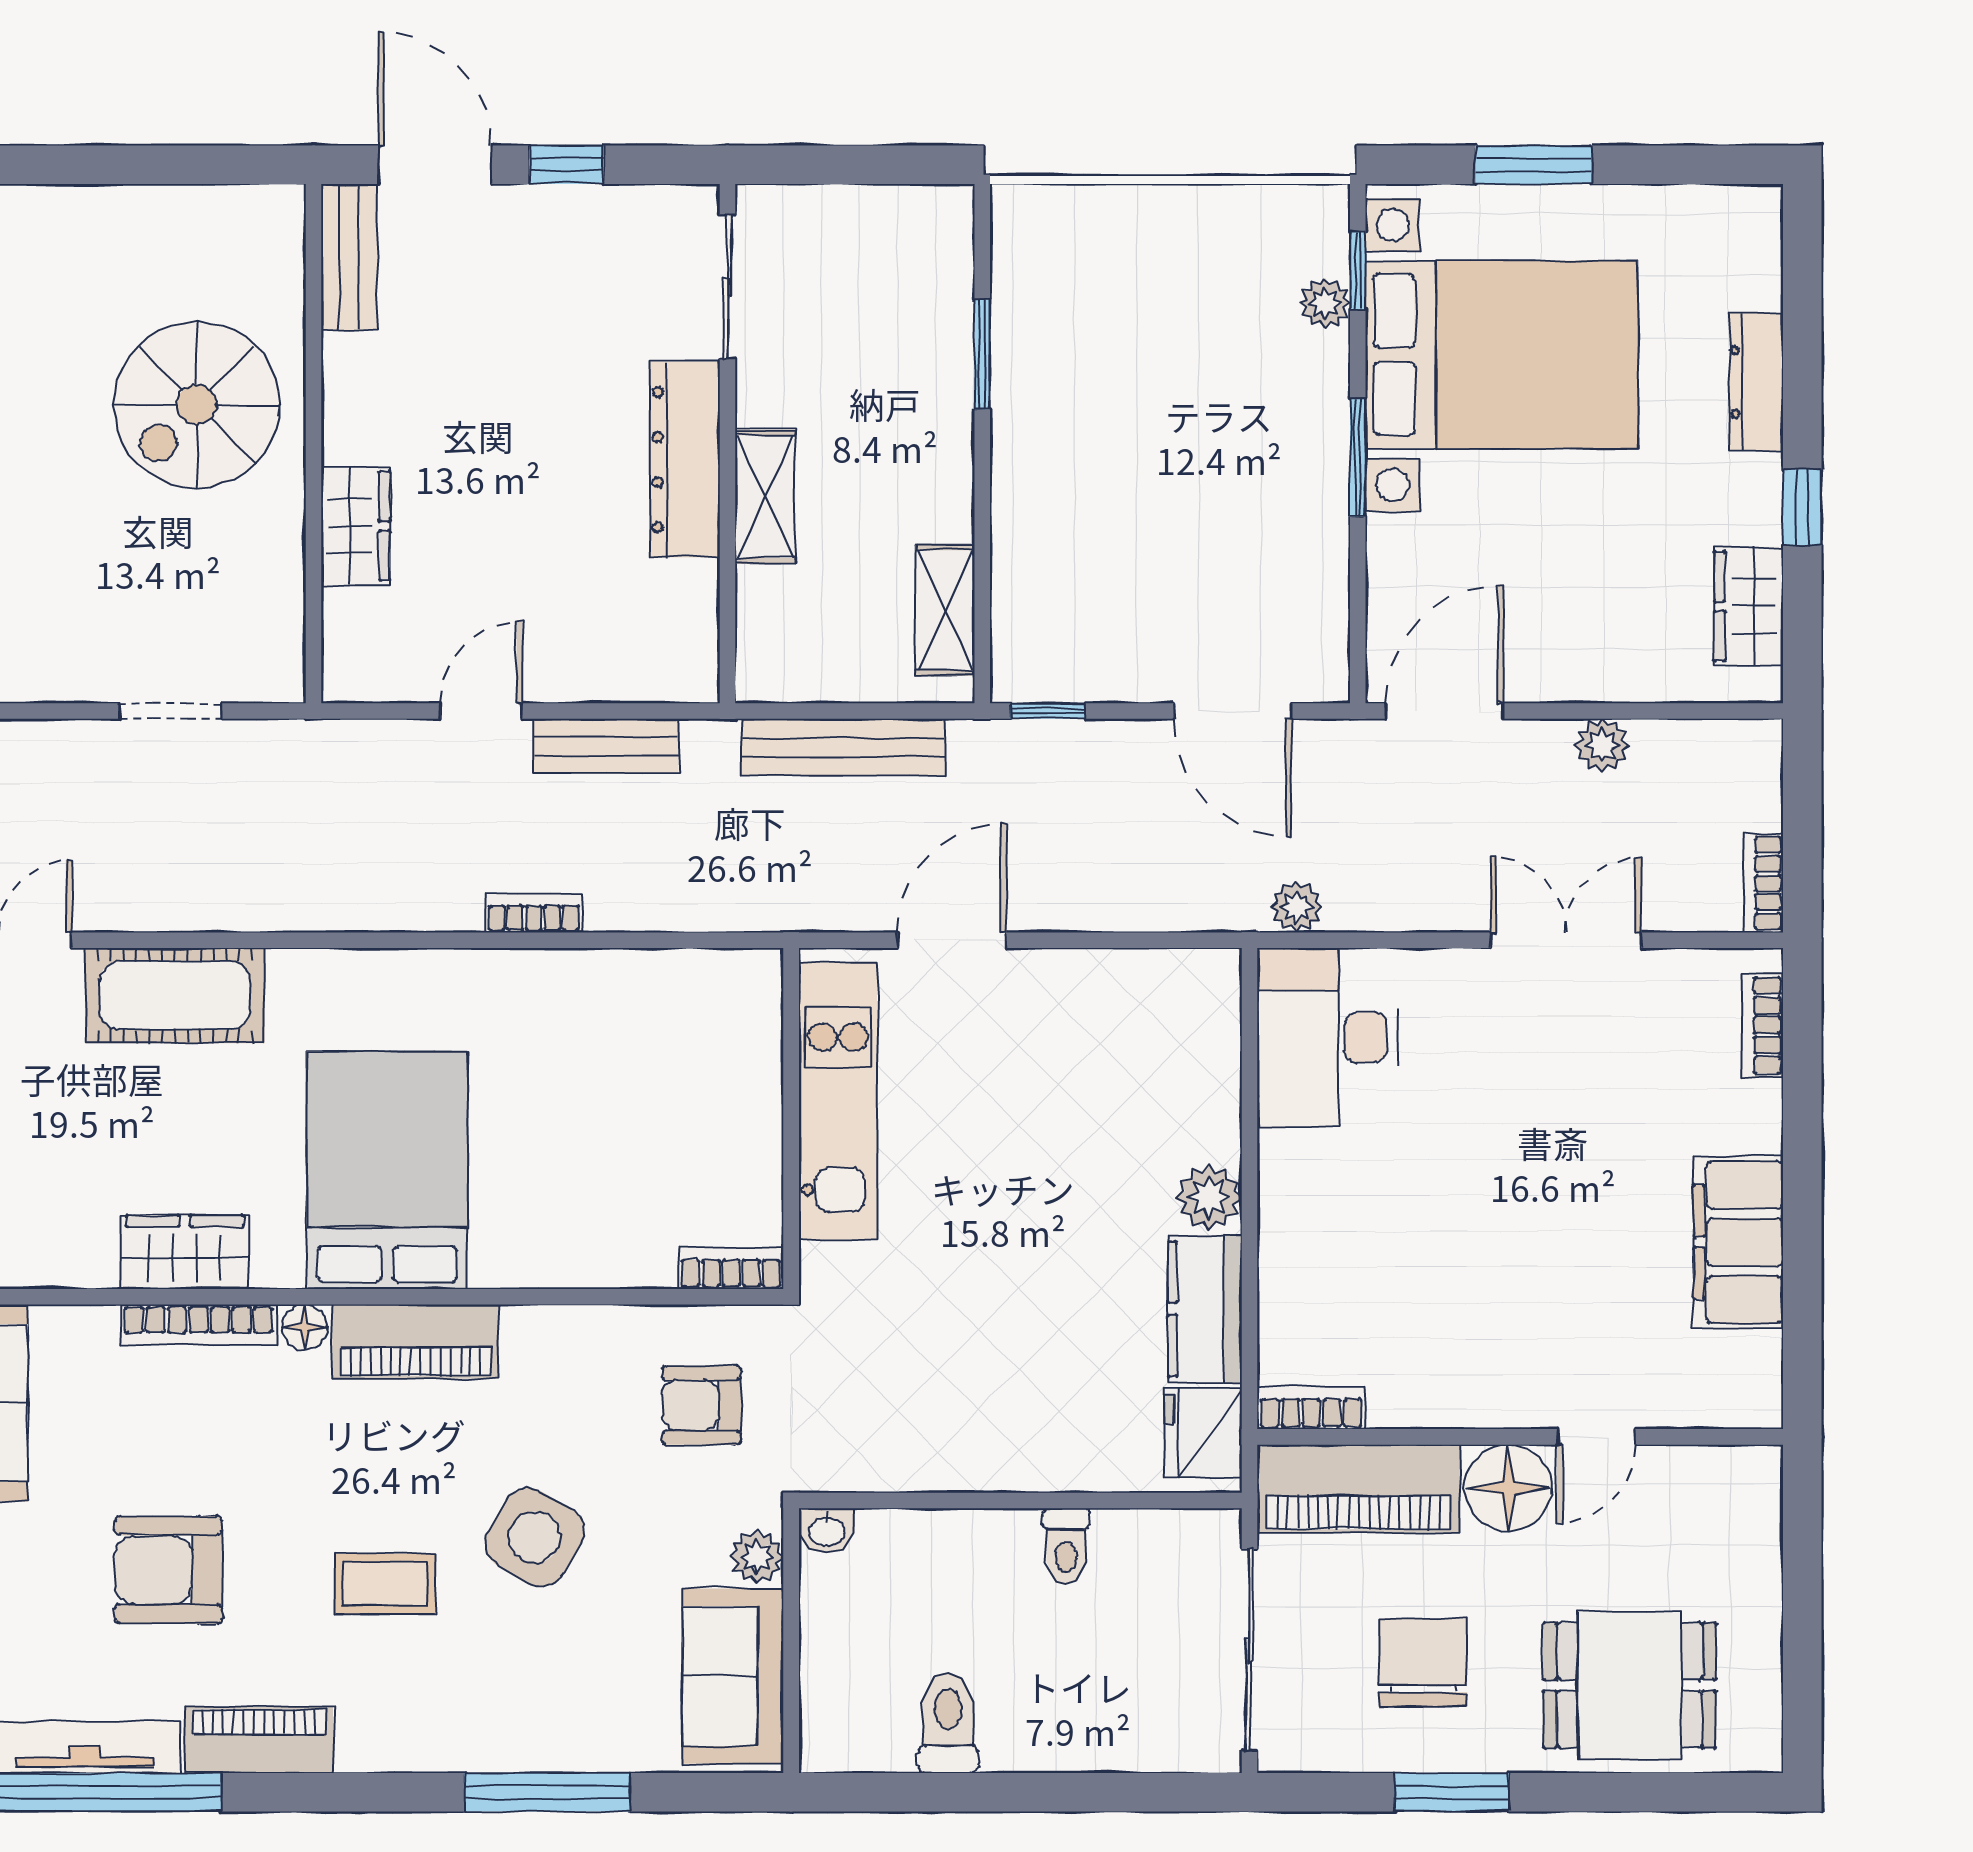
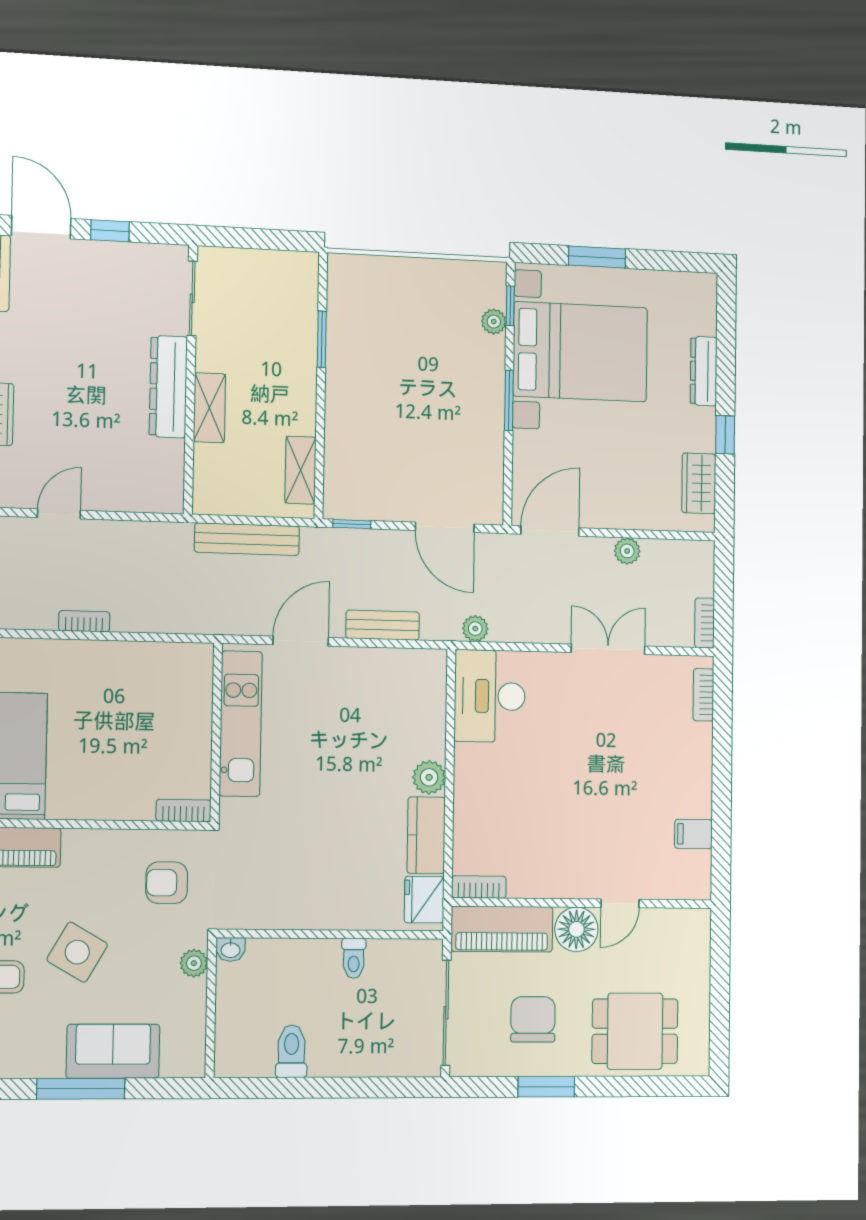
bench: (606, 746) -> (383, 625), moved
filing cabinet: (1738, 1242) -> (693, 834), width x0.33, depth x0.86
sofa: (733, 1676) -> (113, 1051), moved, turned 90

